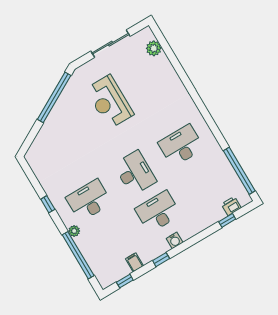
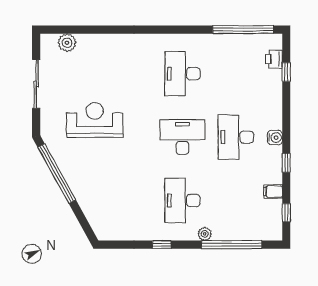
reception desk: (109, 102) -> (95, 120), turned 180

